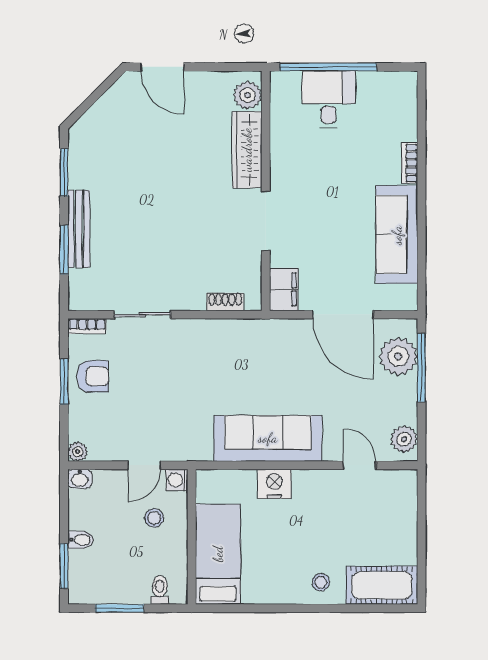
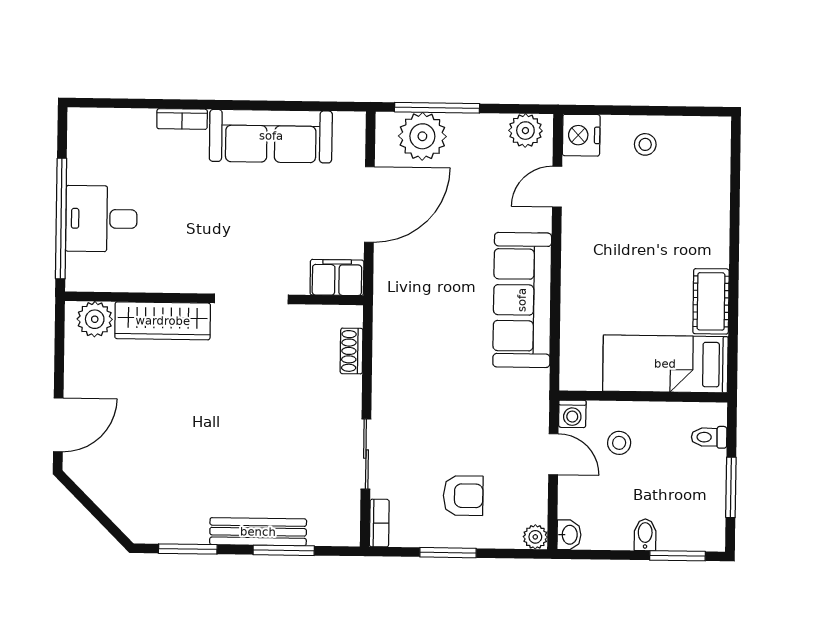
armchair: (93, 376) -> (463, 496), moved, turned 90
nightstand: (274, 484) -> (581, 135), moved
stool: (321, 582) -> (645, 144), moved
cot: (382, 585) -> (711, 301), moved, width x0.73, depth x0.75

